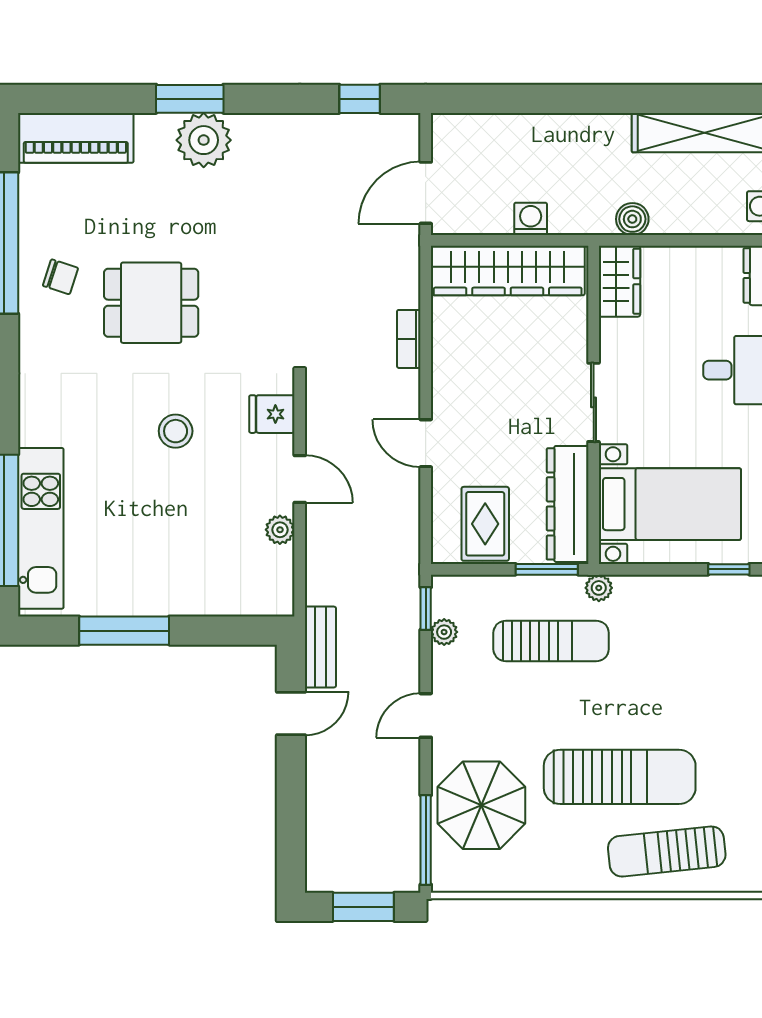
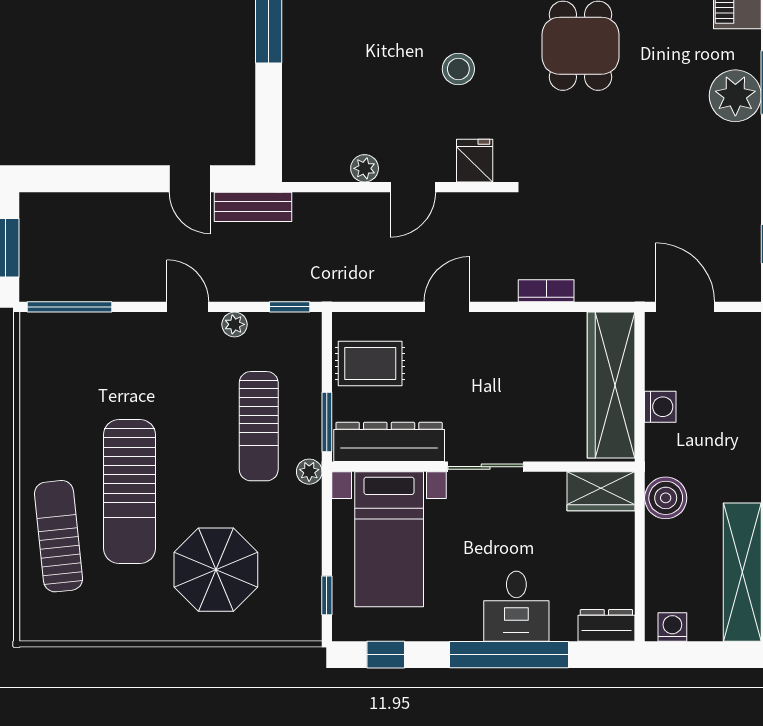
boiler: (632, 219) -> (666, 498), width x1.36, depth x1.36
plant: (444, 632) -> (234, 324), moved
parasol: (481, 805) -> (216, 570), moved

